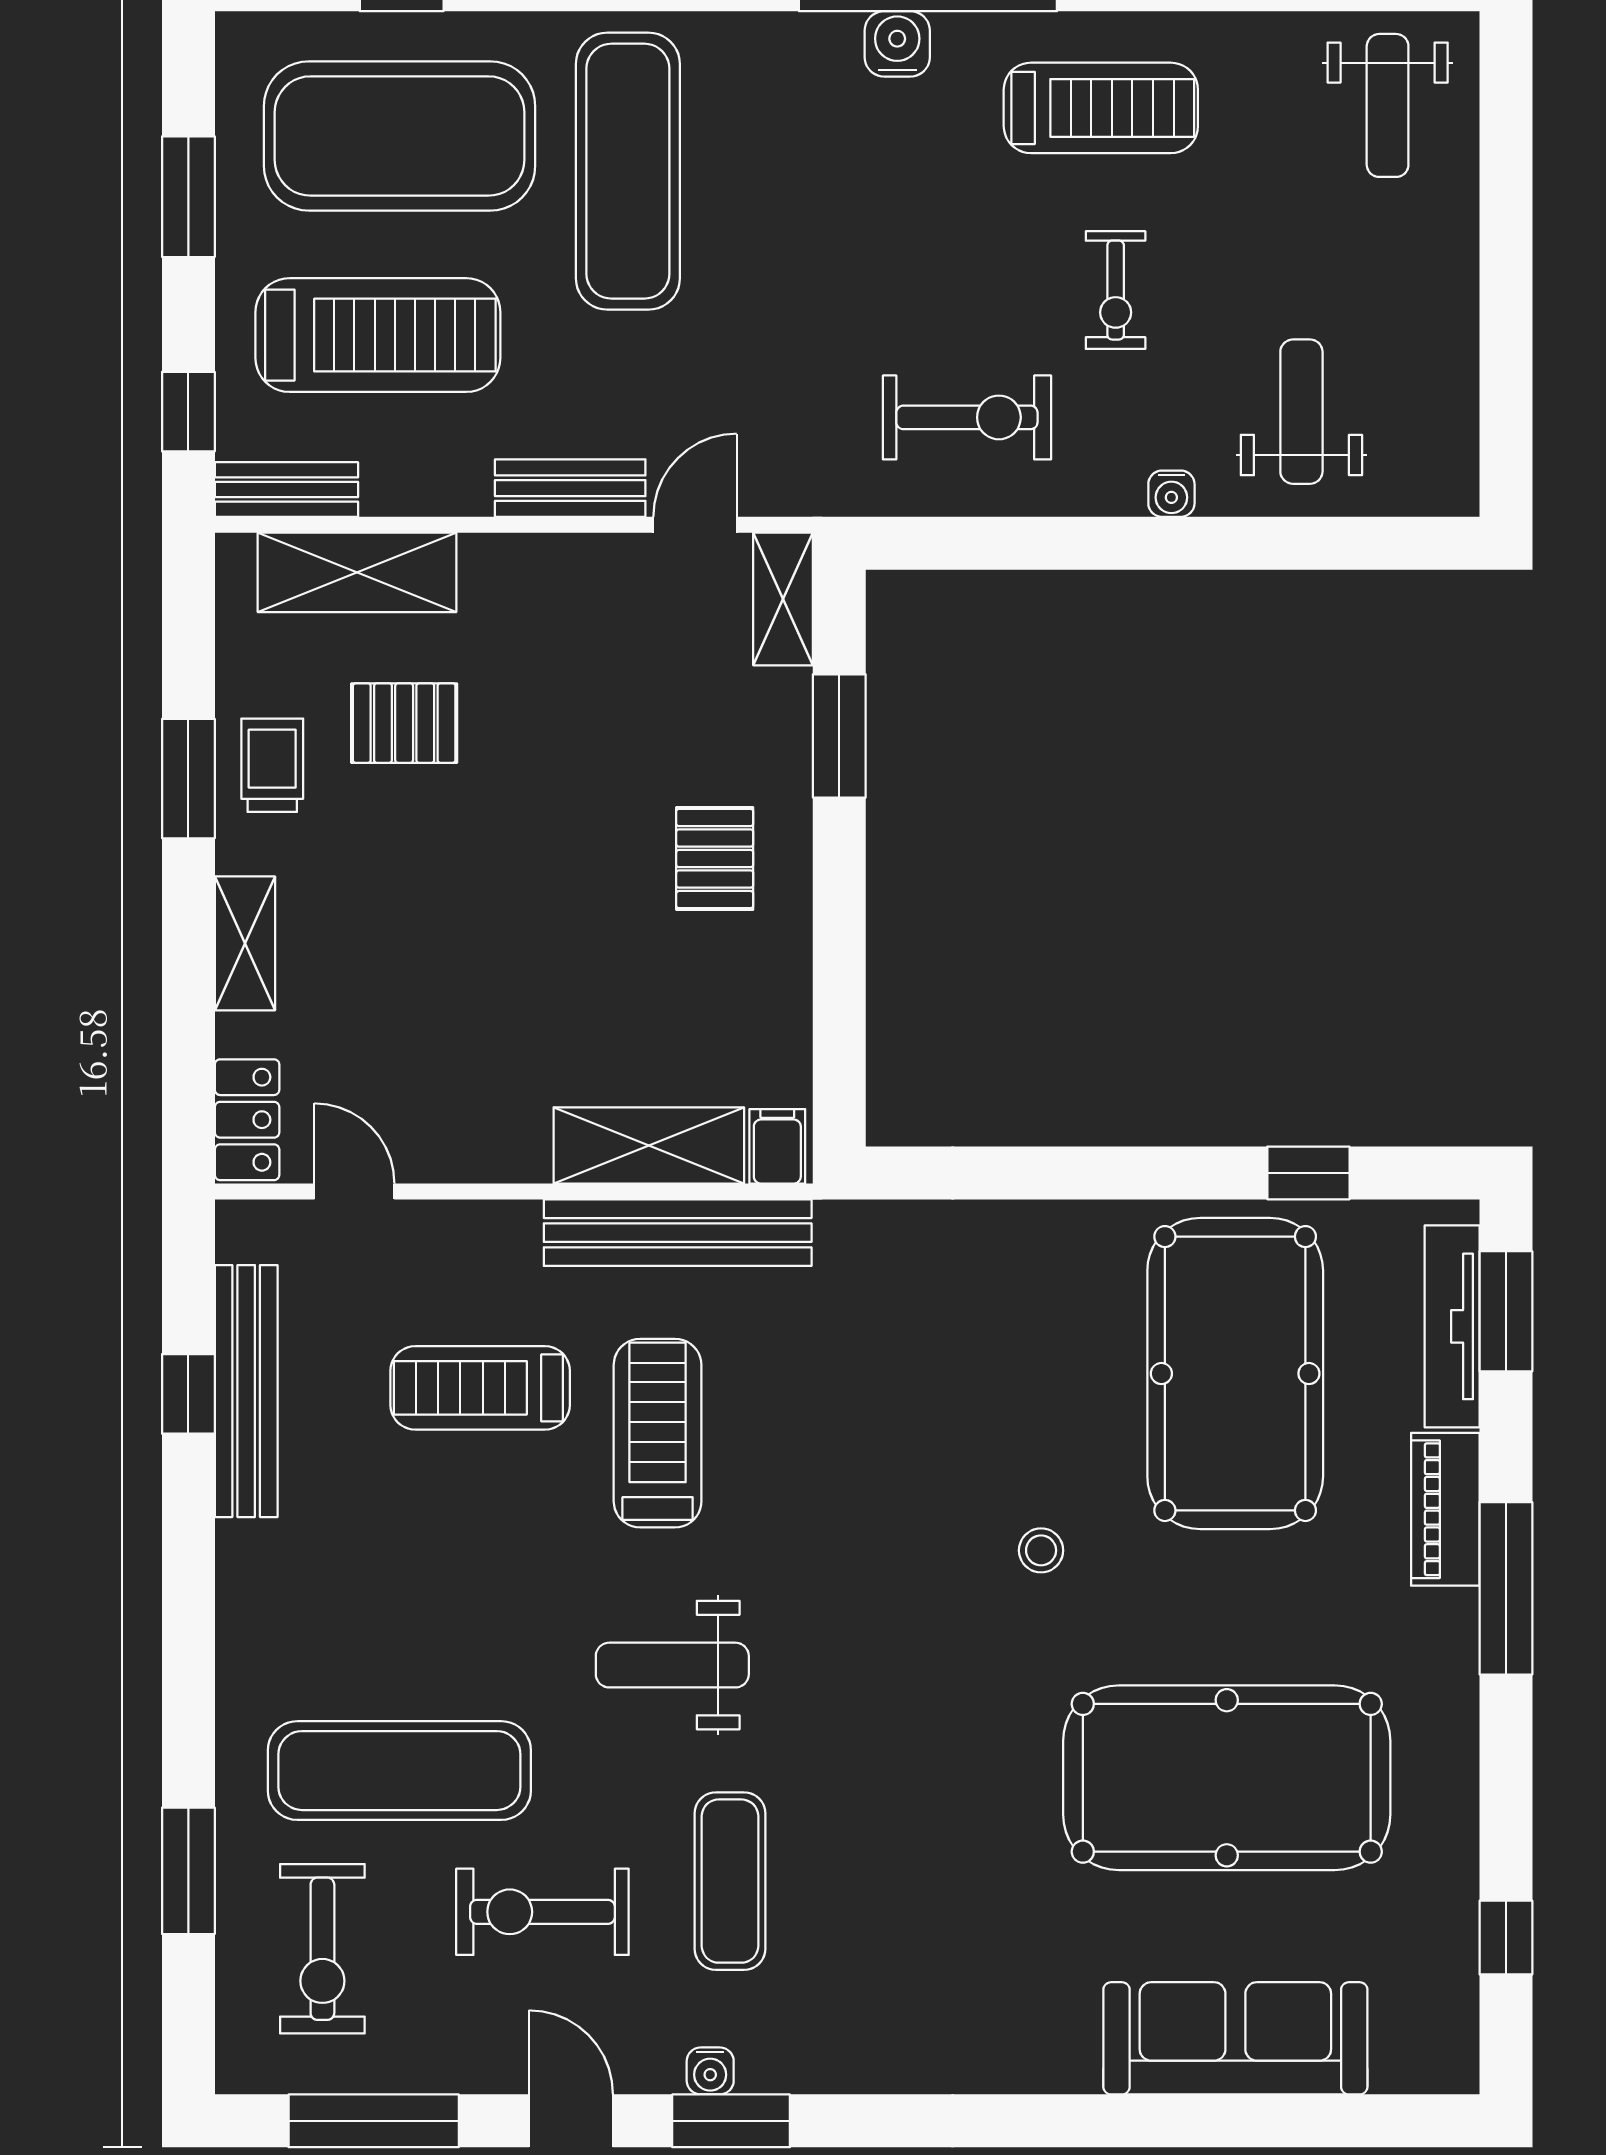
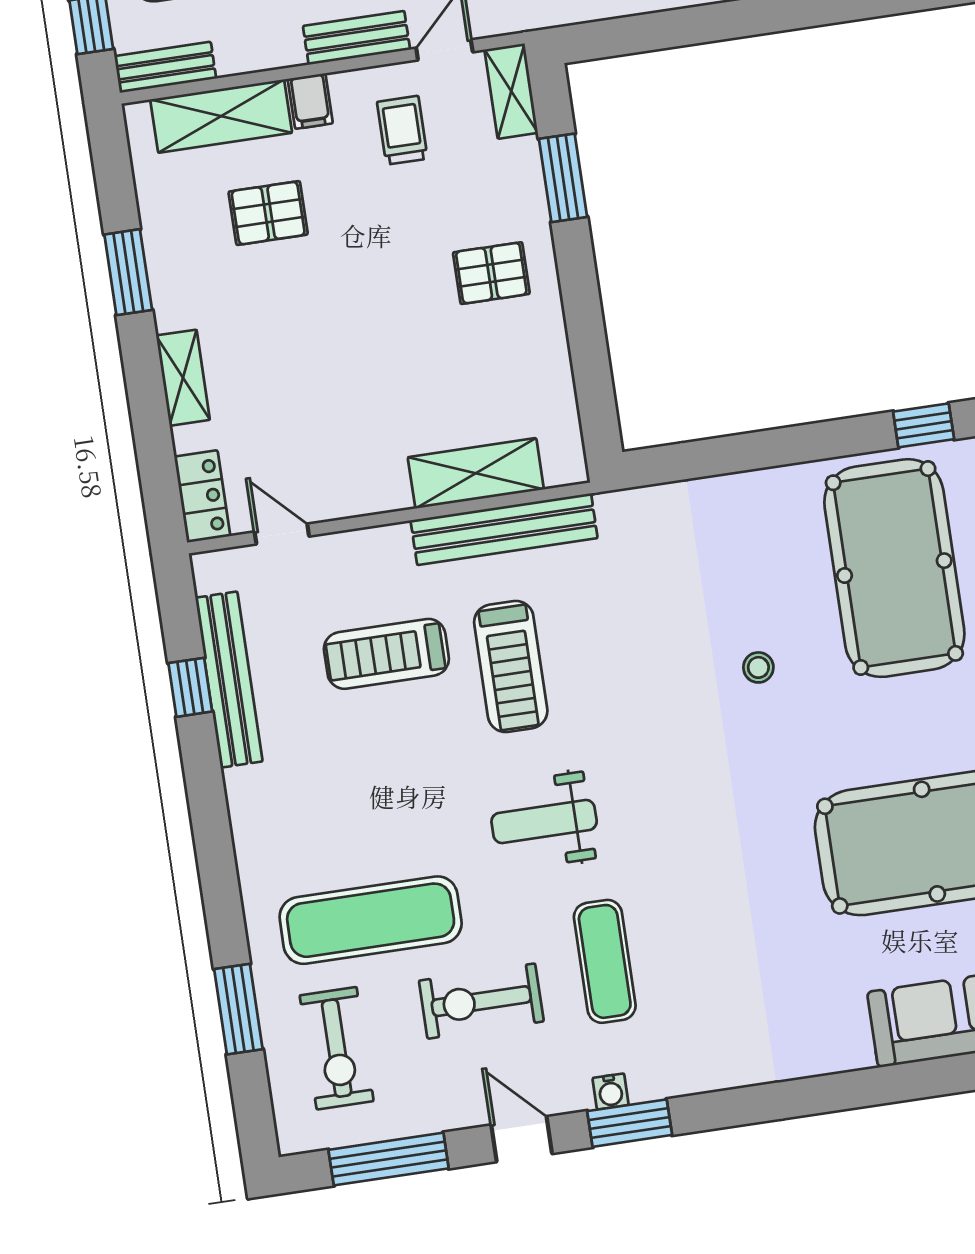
trolley: (272, 765) -> (402, 130), moved
pallet: (715, 859) -> (491, 273), turned 90
filing cabinet: (777, 1146) -> (310, 101), moved, turned 180
treadmill: (658, 1433) -> (511, 666), turned 180
stool: (1041, 1550) -> (758, 667), moved

